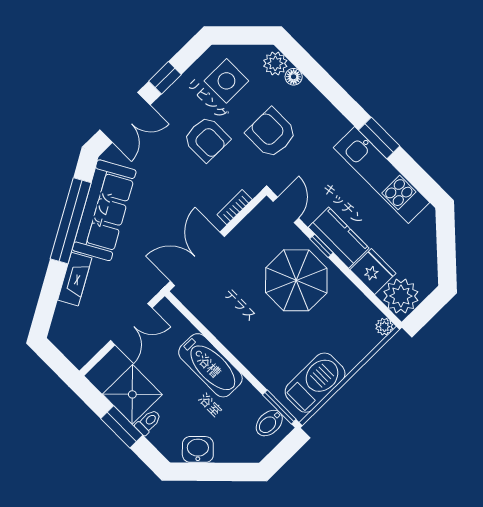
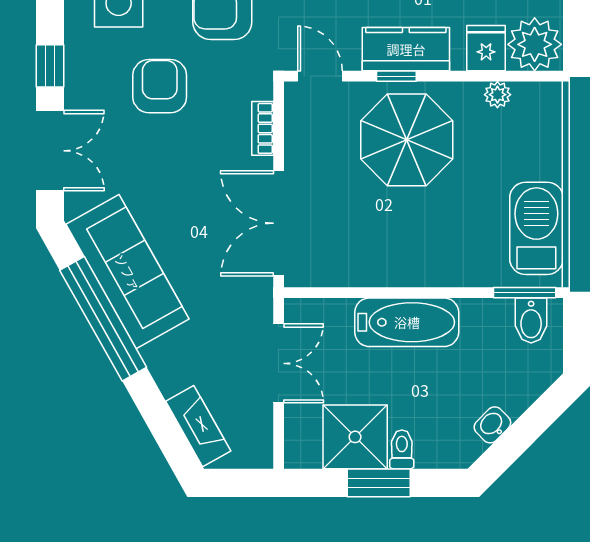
armchair: (206, 139) -> (160, 86), turned -90
fridge: (373, 271) -> (486, 48), width x0.72
fireplace: (75, 279) -> (198, 426), moved
plant: (384, 327) -> (497, 95), moved
washbasin: (198, 449) -> (492, 425), width x0.72, depth x0.69

